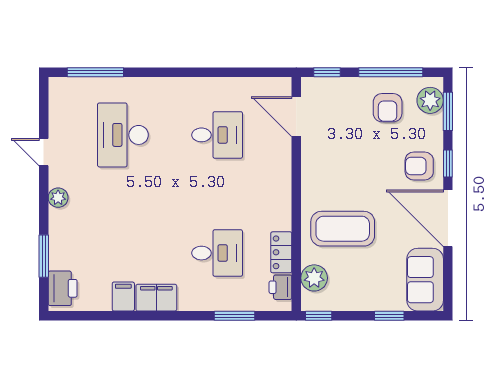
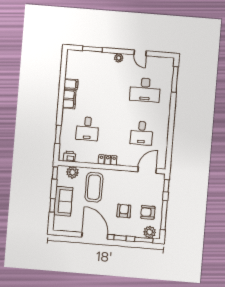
desk: (123, 135) -> (145, 90), turned 180
door: (44, 152) -> (140, 53), swing flipped
armchair: (419, 166) -> (124, 211), moved
door: (448, 218) -> (95, 236), hinge flipped
locker: (281, 252) -> (108, 160), moved
sofa: (425, 280) -> (63, 201), moved, turned 90
printer: (63, 288) -> (77, 57), removed

